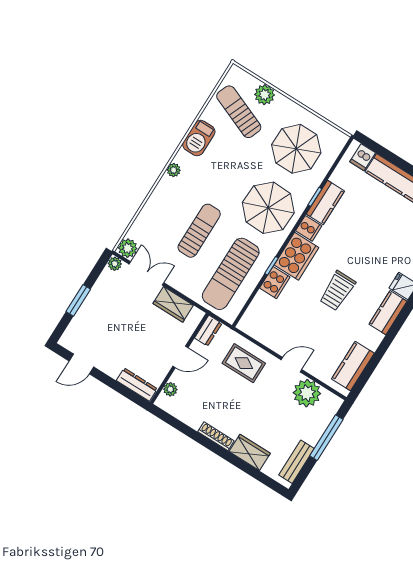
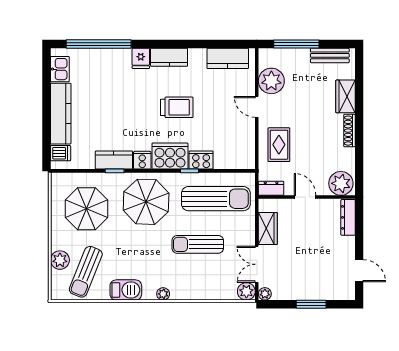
plant: (170, 389) -> (341, 183), width x1.87, depth x1.87

